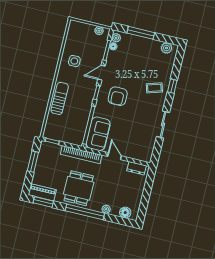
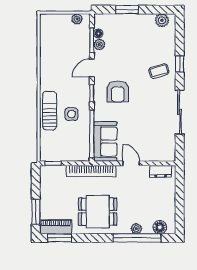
window: (141, 33) -> (127, 10), width x0.69
plant: (116, 38) -> (99, 45), moved
side table: (74, 61) -> (71, 114), moved
sliding door: (163, 124) -> (180, 112), width x1.37
window: (33, 162) -> (36, 212), moved
dining table: (79, 188) -> (98, 212), turned 90
window: (85, 212) -> (137, 238), moved

